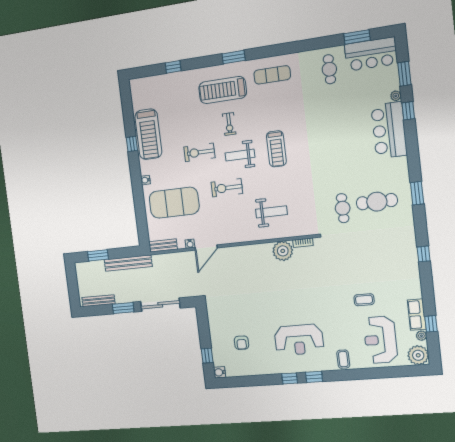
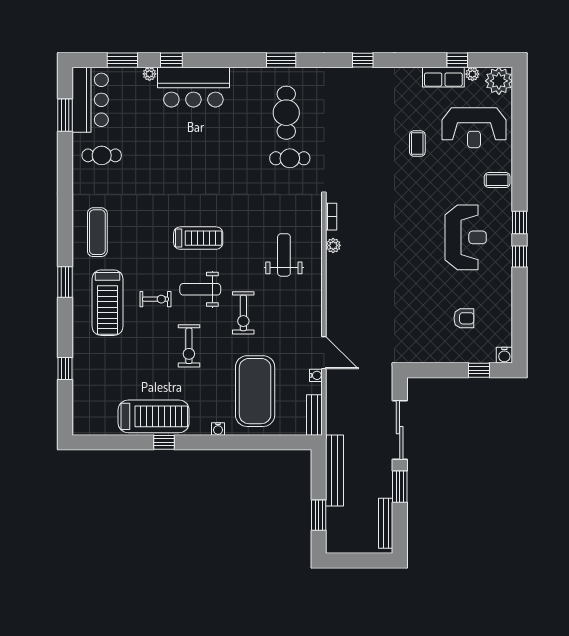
weight bench: (240, 155) -> (200, 289), turned 90
plant: (283, 251) -> (333, 245), width x0.53, depth x0.53

